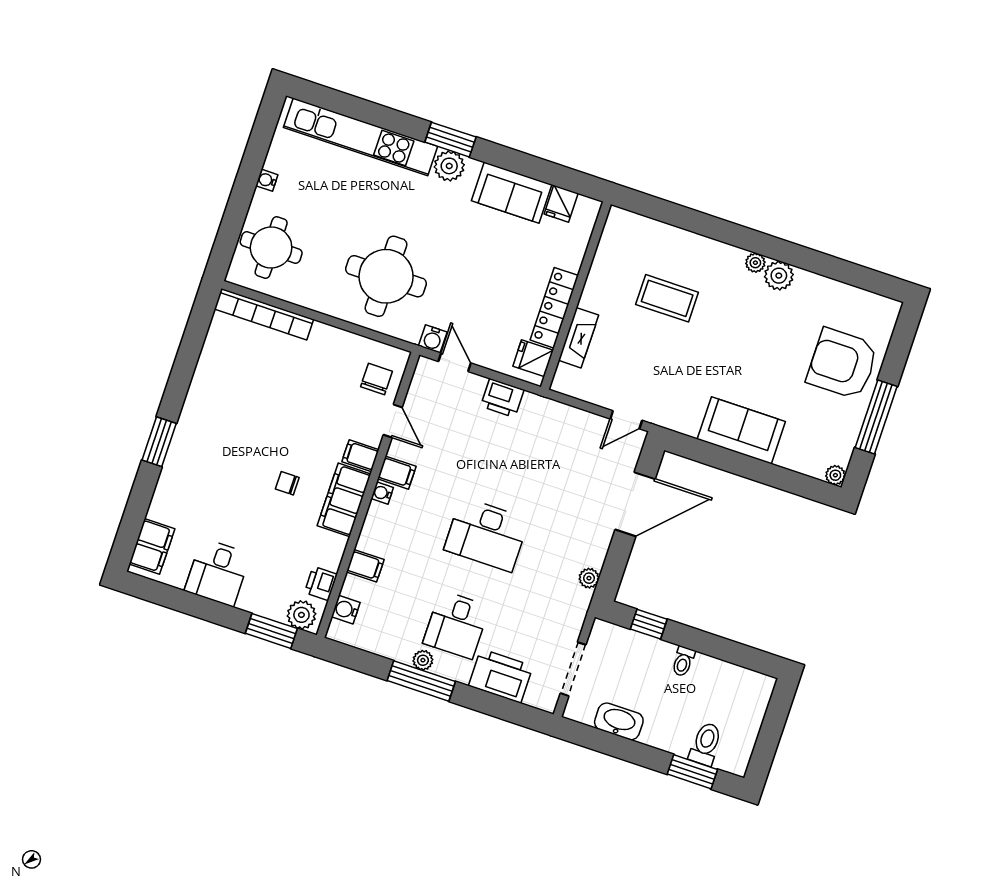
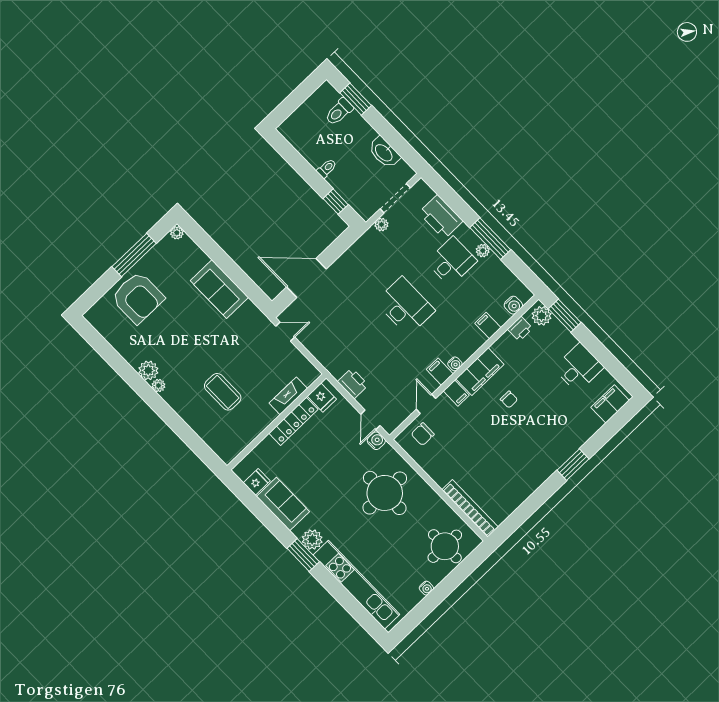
plant: (589, 578) -> (381, 225), moved

